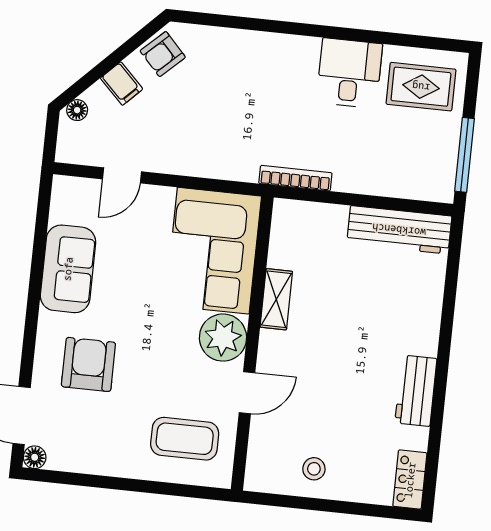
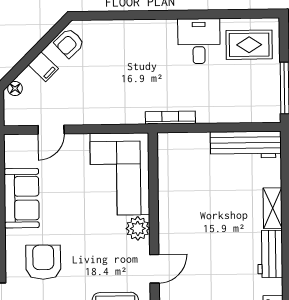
shelving: (276, 299) -> (273, 208), moved
plant: (223, 338) -> (138, 228), width x0.73, depth x0.73

